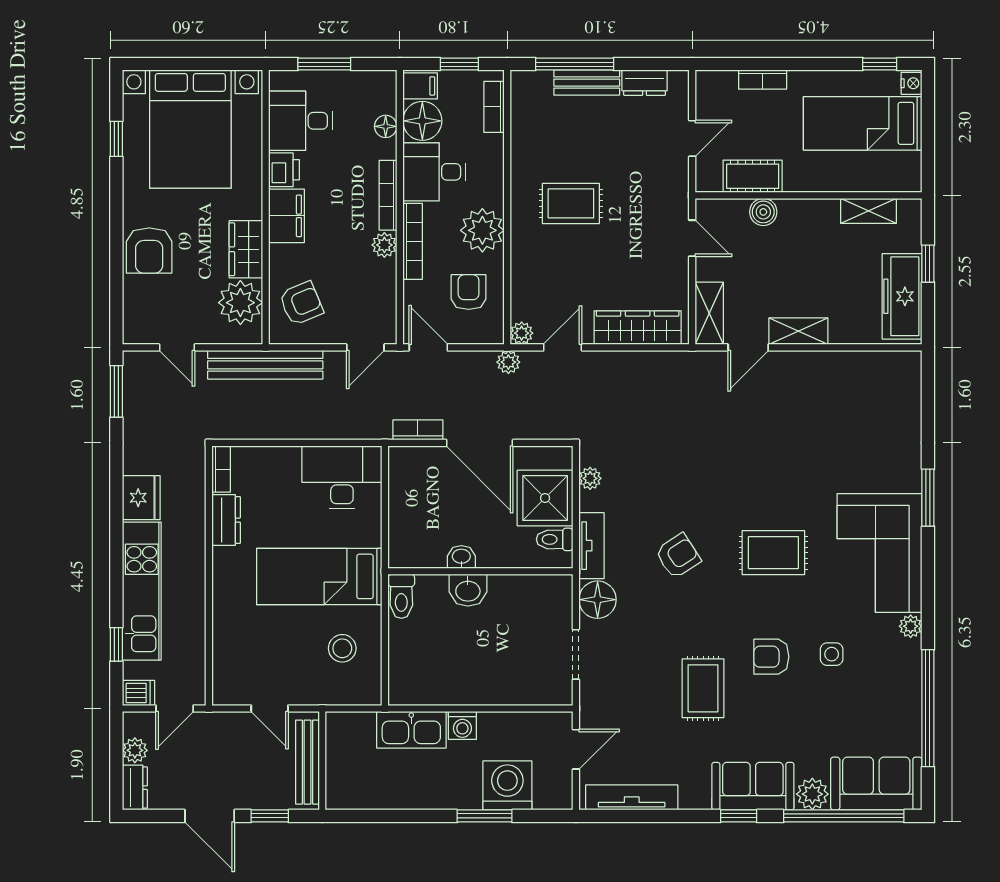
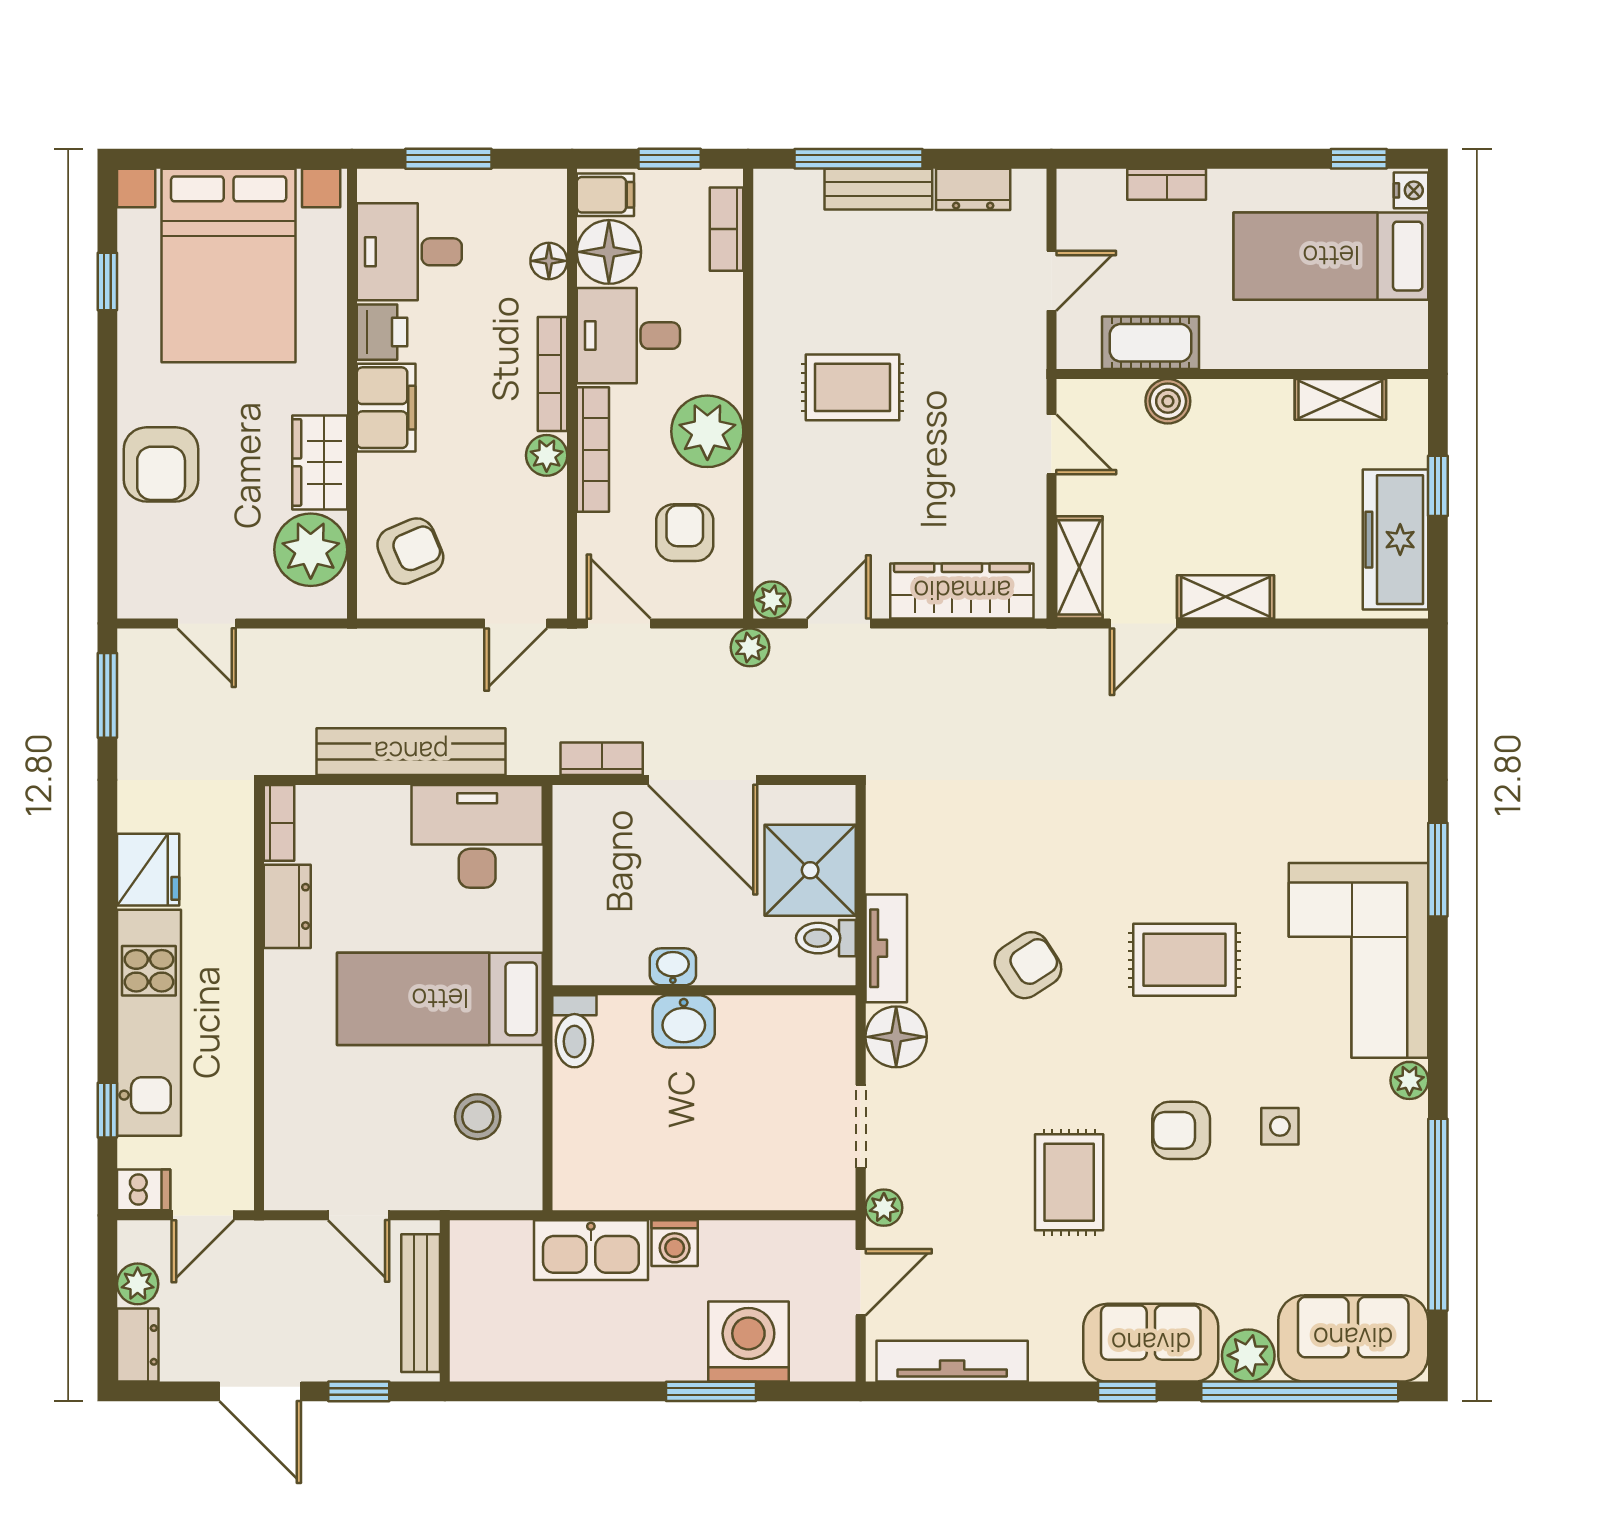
bench: (265, 365) -> (411, 752), moved
plant: (590, 478) -> (884, 1208), moved

